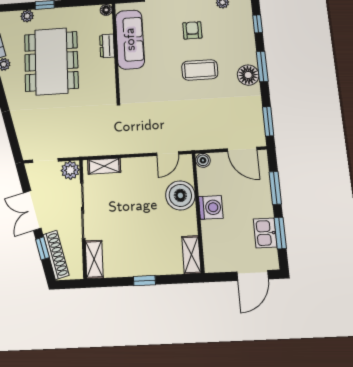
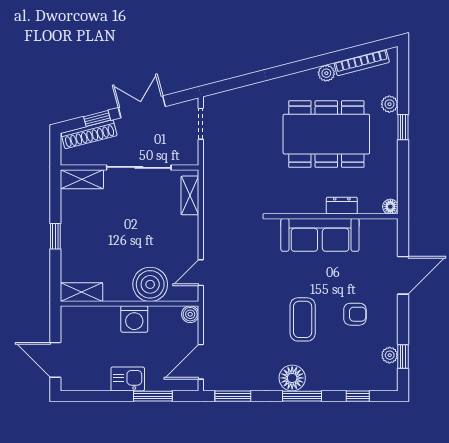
sofa: (130, 39) -> (320, 235), moved
door: (168, 154) -> (201, 273), hinge flipped
plant: (70, 170) -> (187, 154), removed
kitchen sink: (265, 233) -> (128, 379), moved
window: (280, 233) -> (101, 396), removed

